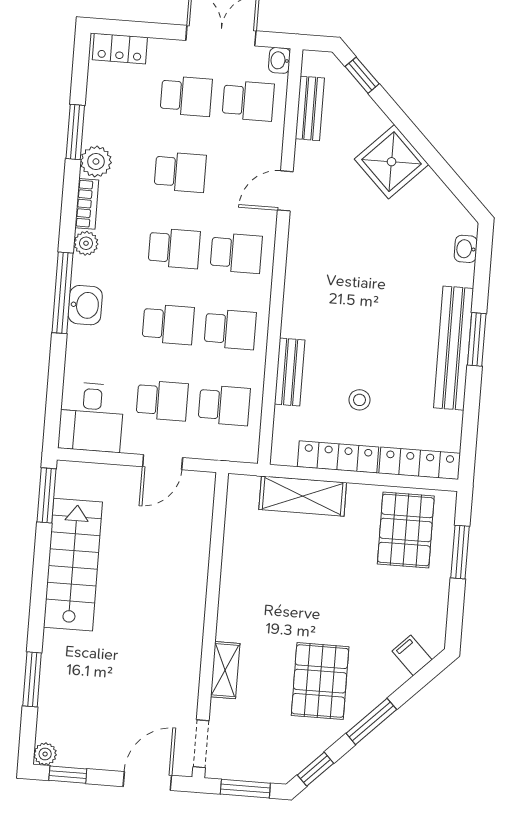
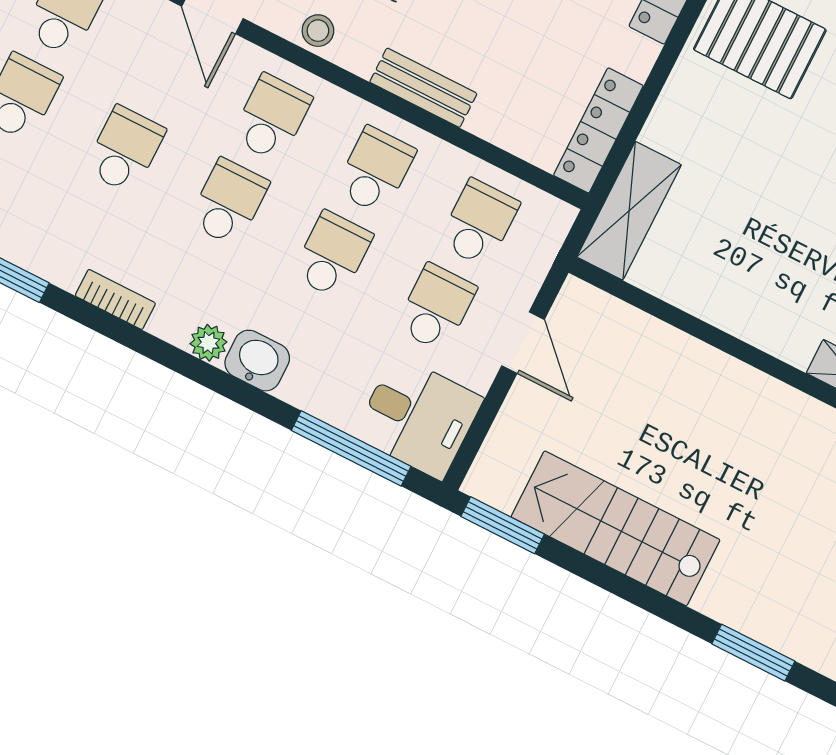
plant: (96, 161) -> (61, 262), removed
plant: (86, 243) -> (208, 343), moved
window: (63, 293) -> (351, 448), moved
bench: (290, 372) -> (423, 88), moved
stool: (359, 400) -> (318, 31), moved
locker: (338, 457) -> (598, 130), moved
shelving: (303, 496) -> (629, 211), moved

